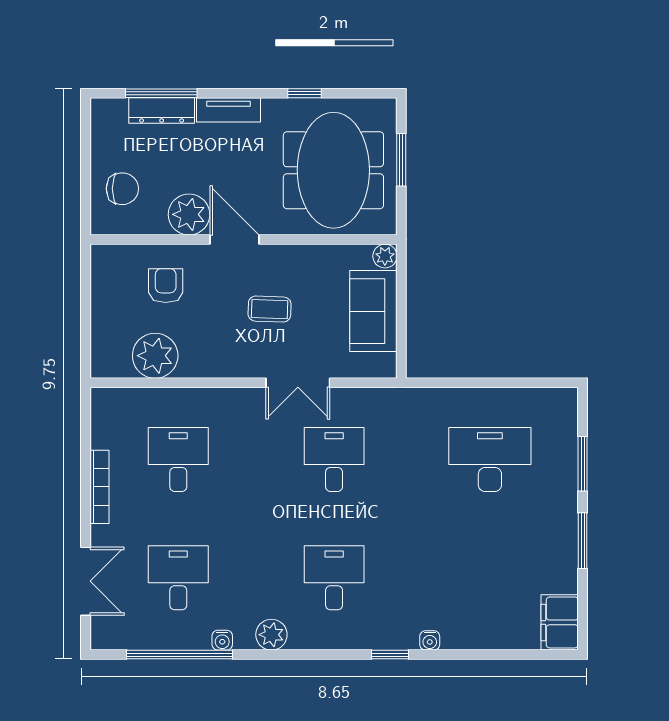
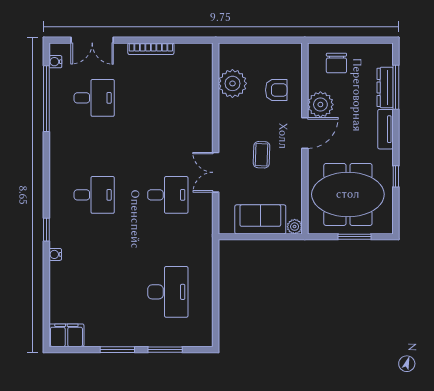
desk: (178, 460) -> (168, 98), removed
plant: (271, 635) -> (59, 156), removed
water cooler: (222, 640) -> (55, 62), moved

